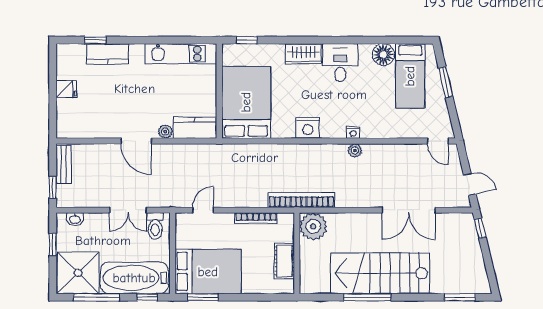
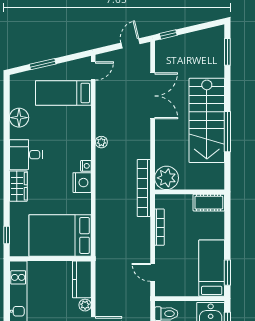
bed: (410, 76) -> (63, 93), moved, turned 180
nightstand: (353, 132) -> (86, 166), moved
cot: (284, 261) -> (209, 203), moved
bed: (208, 272) -> (212, 268), width x0.67

